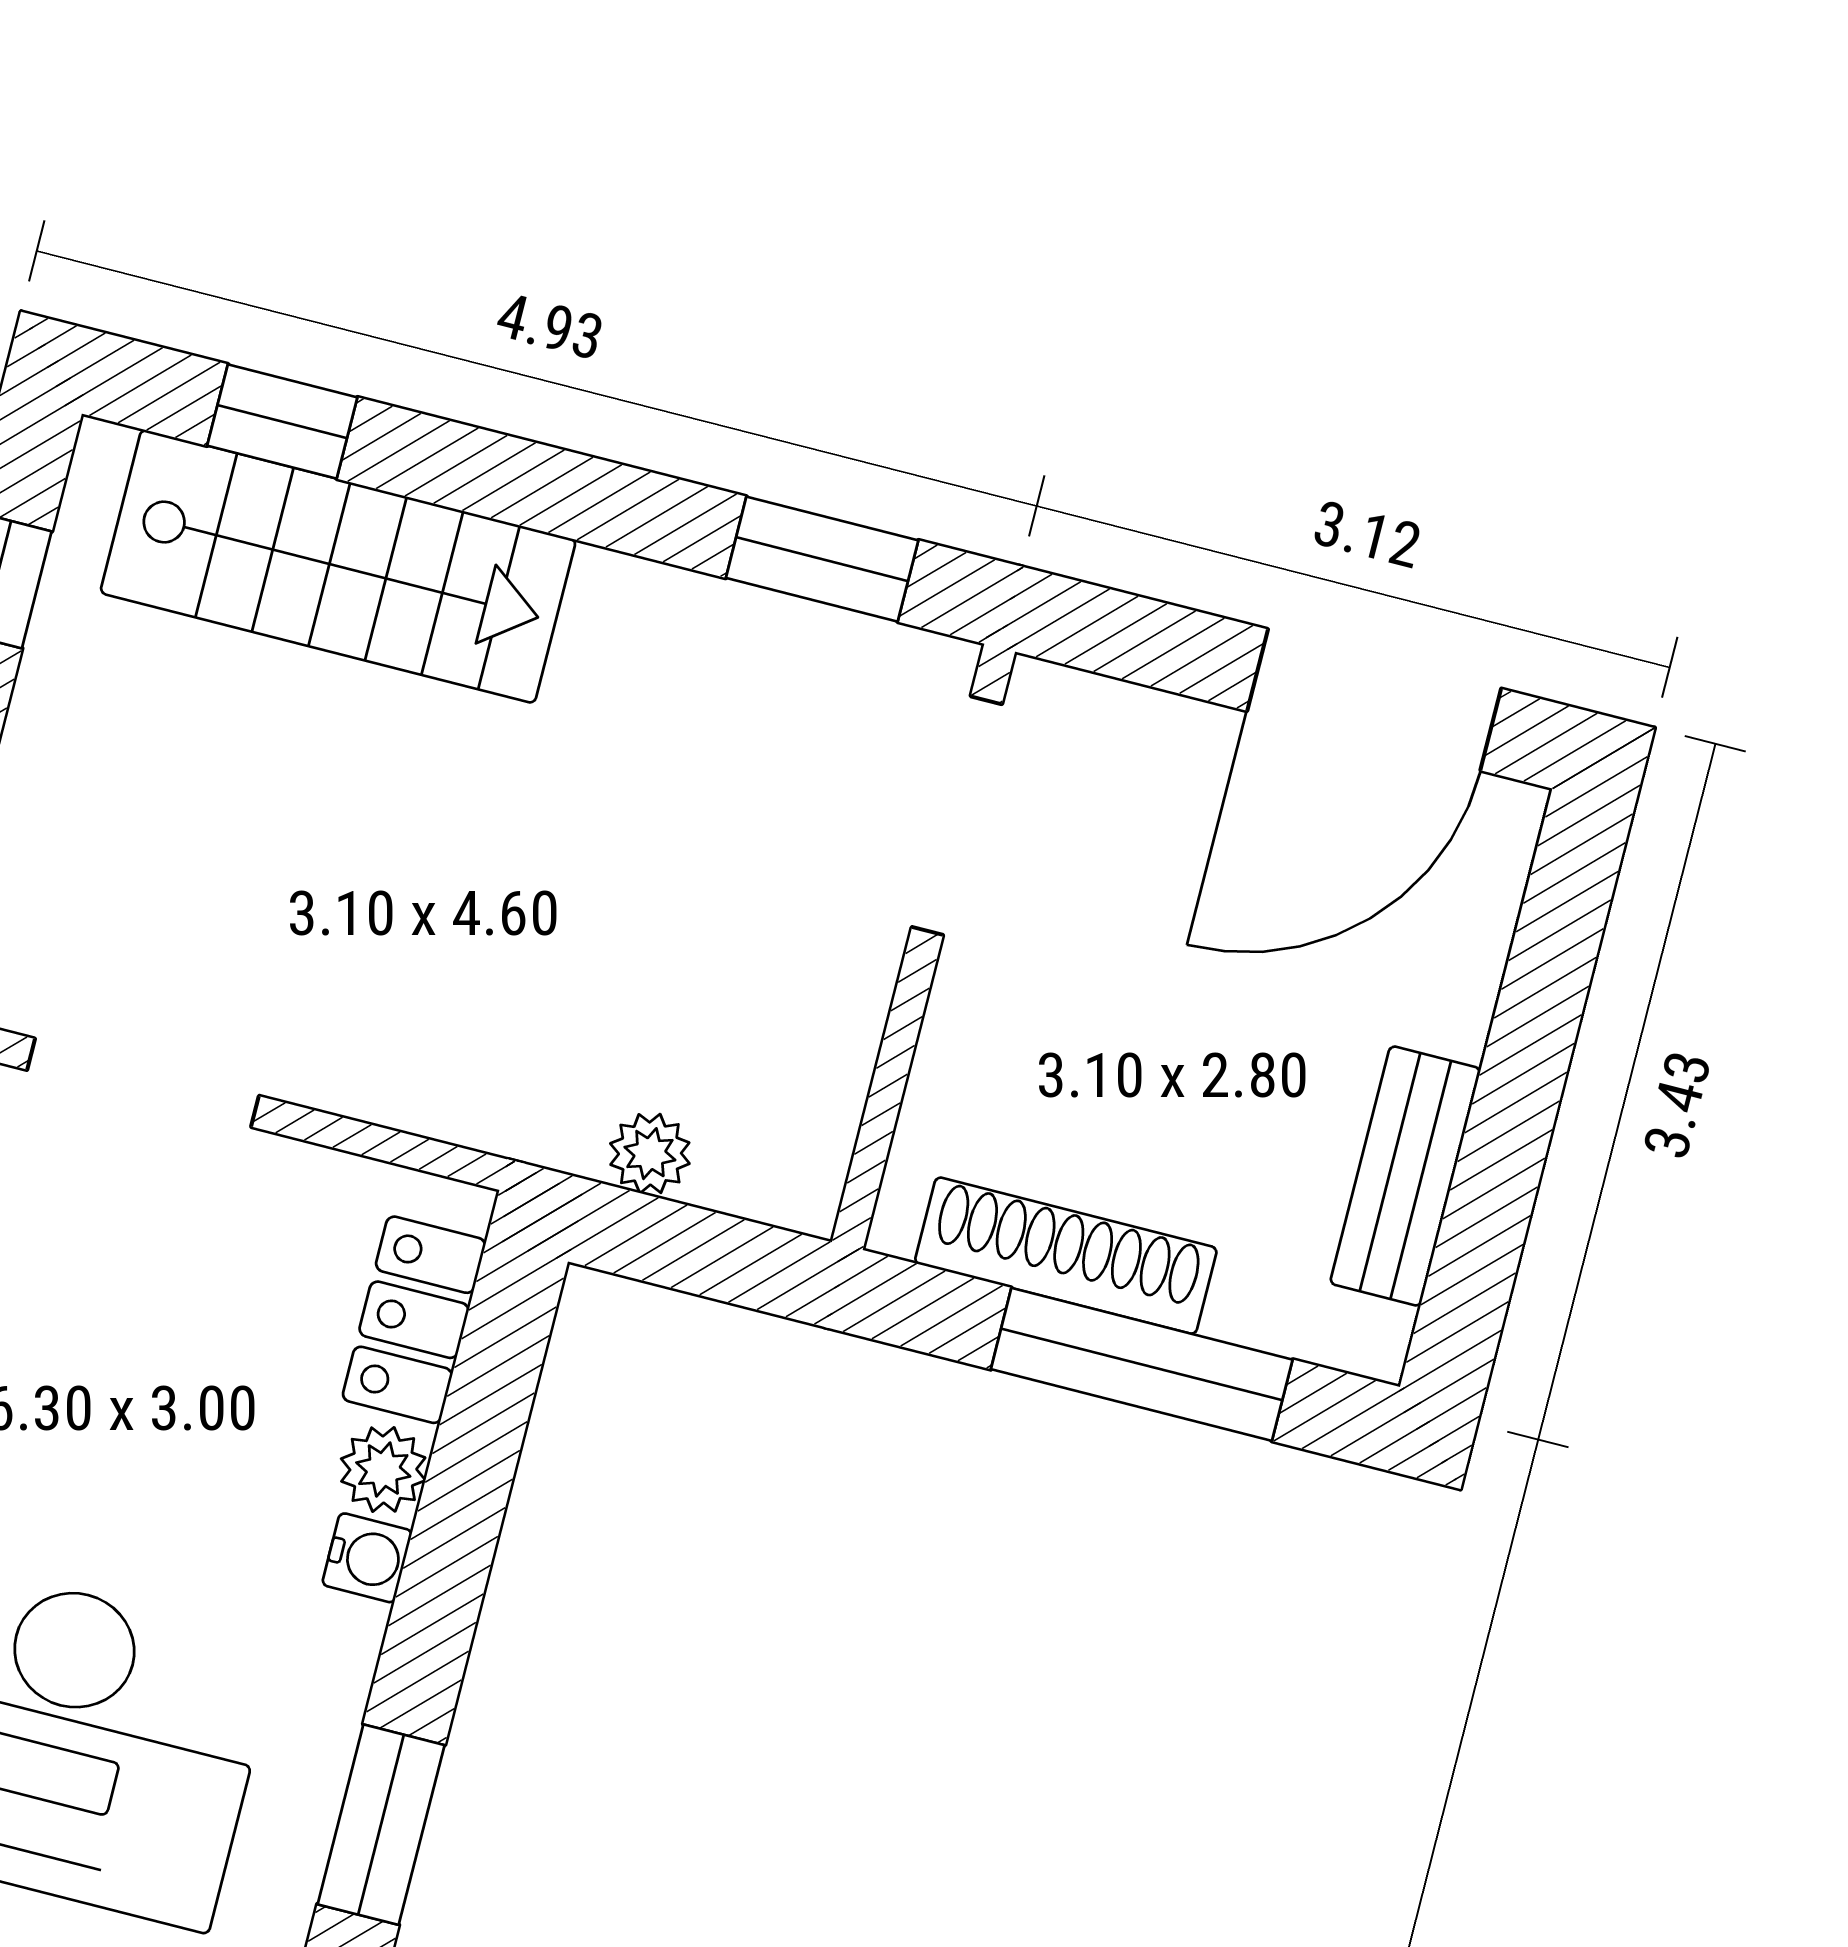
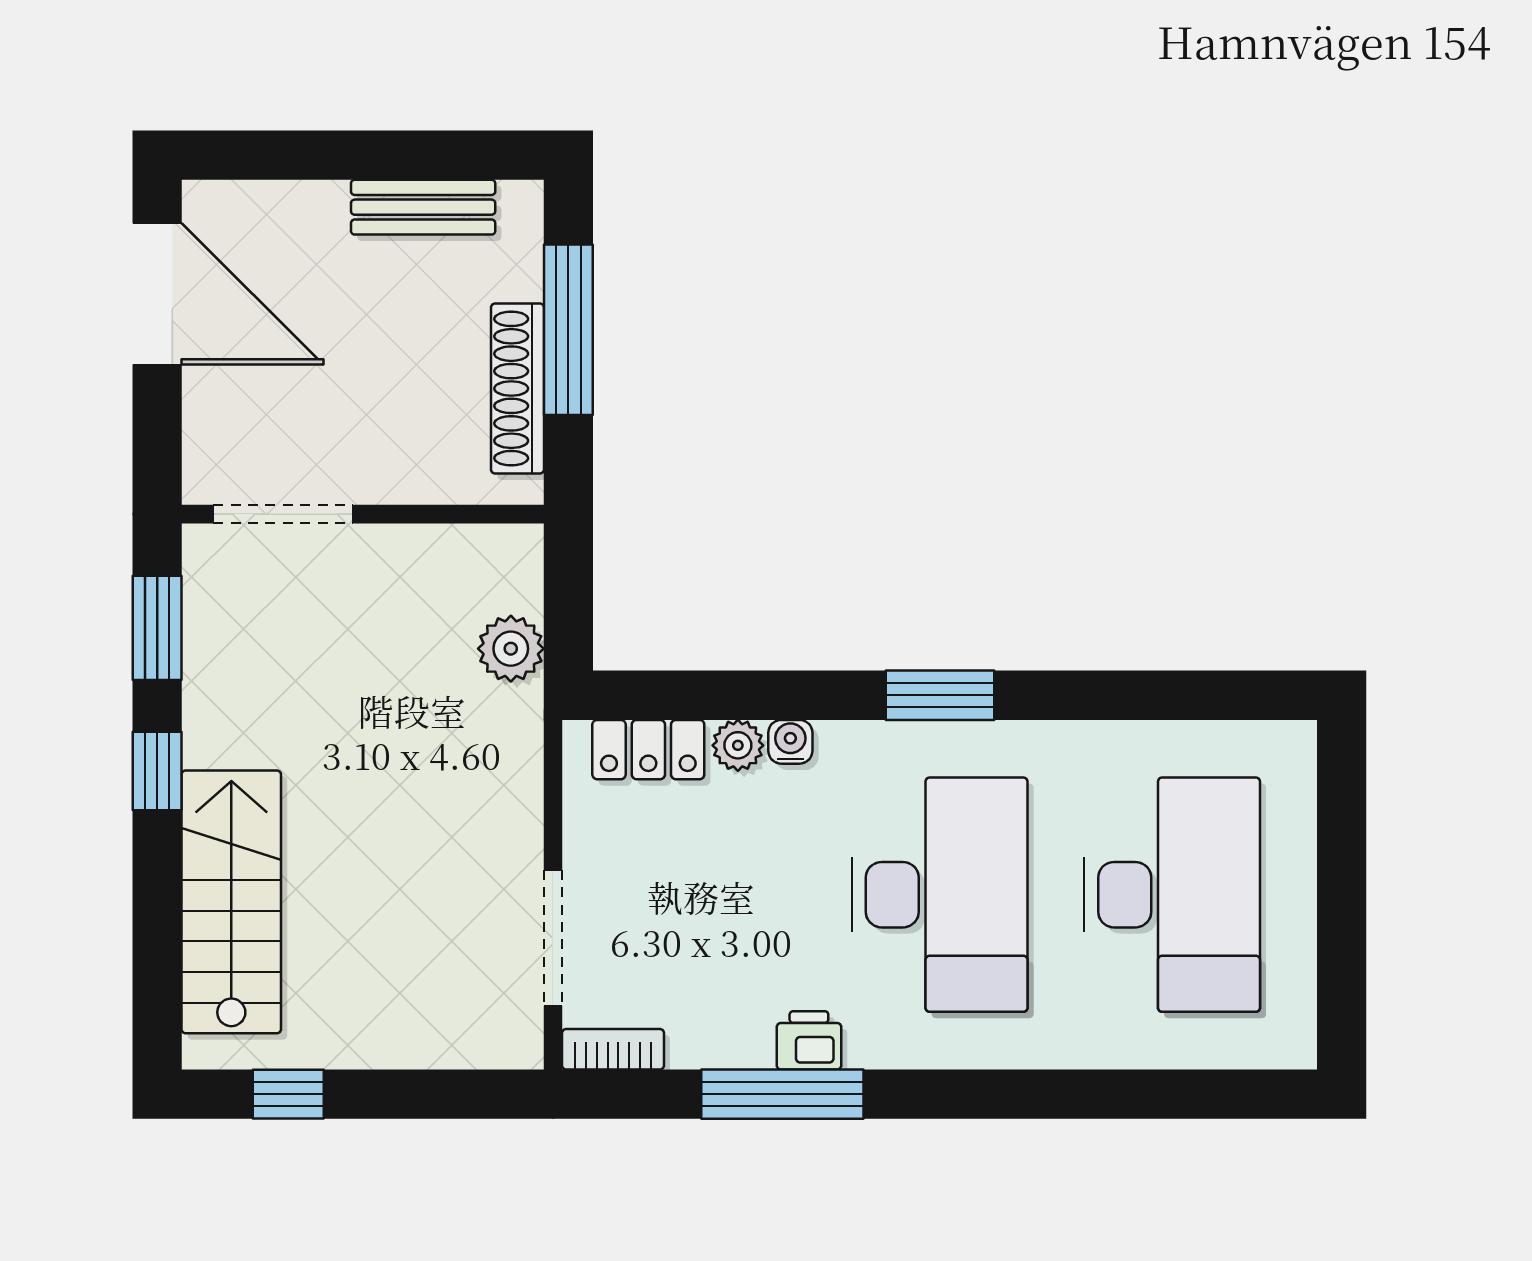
window: (282, 422) -> (157, 771), moved
plant: (650, 1154) -> (511, 649), width x1.38, depth x1.38

